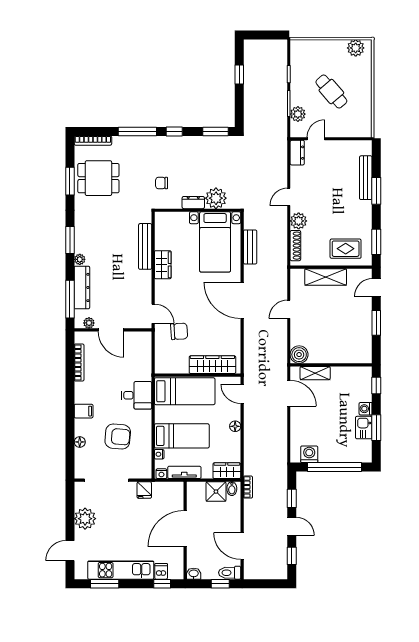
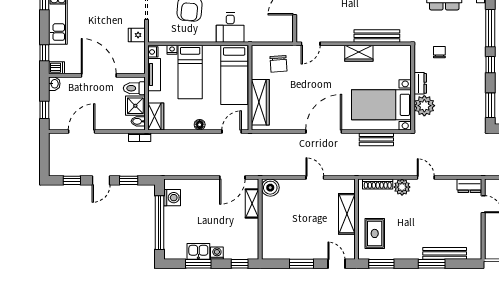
chair: (179, 331) -> (278, 64), moved
dishwasher: (161, 571) -> (57, 68), moved
toilet: (230, 573) -> (134, 88), moved, turned -90

